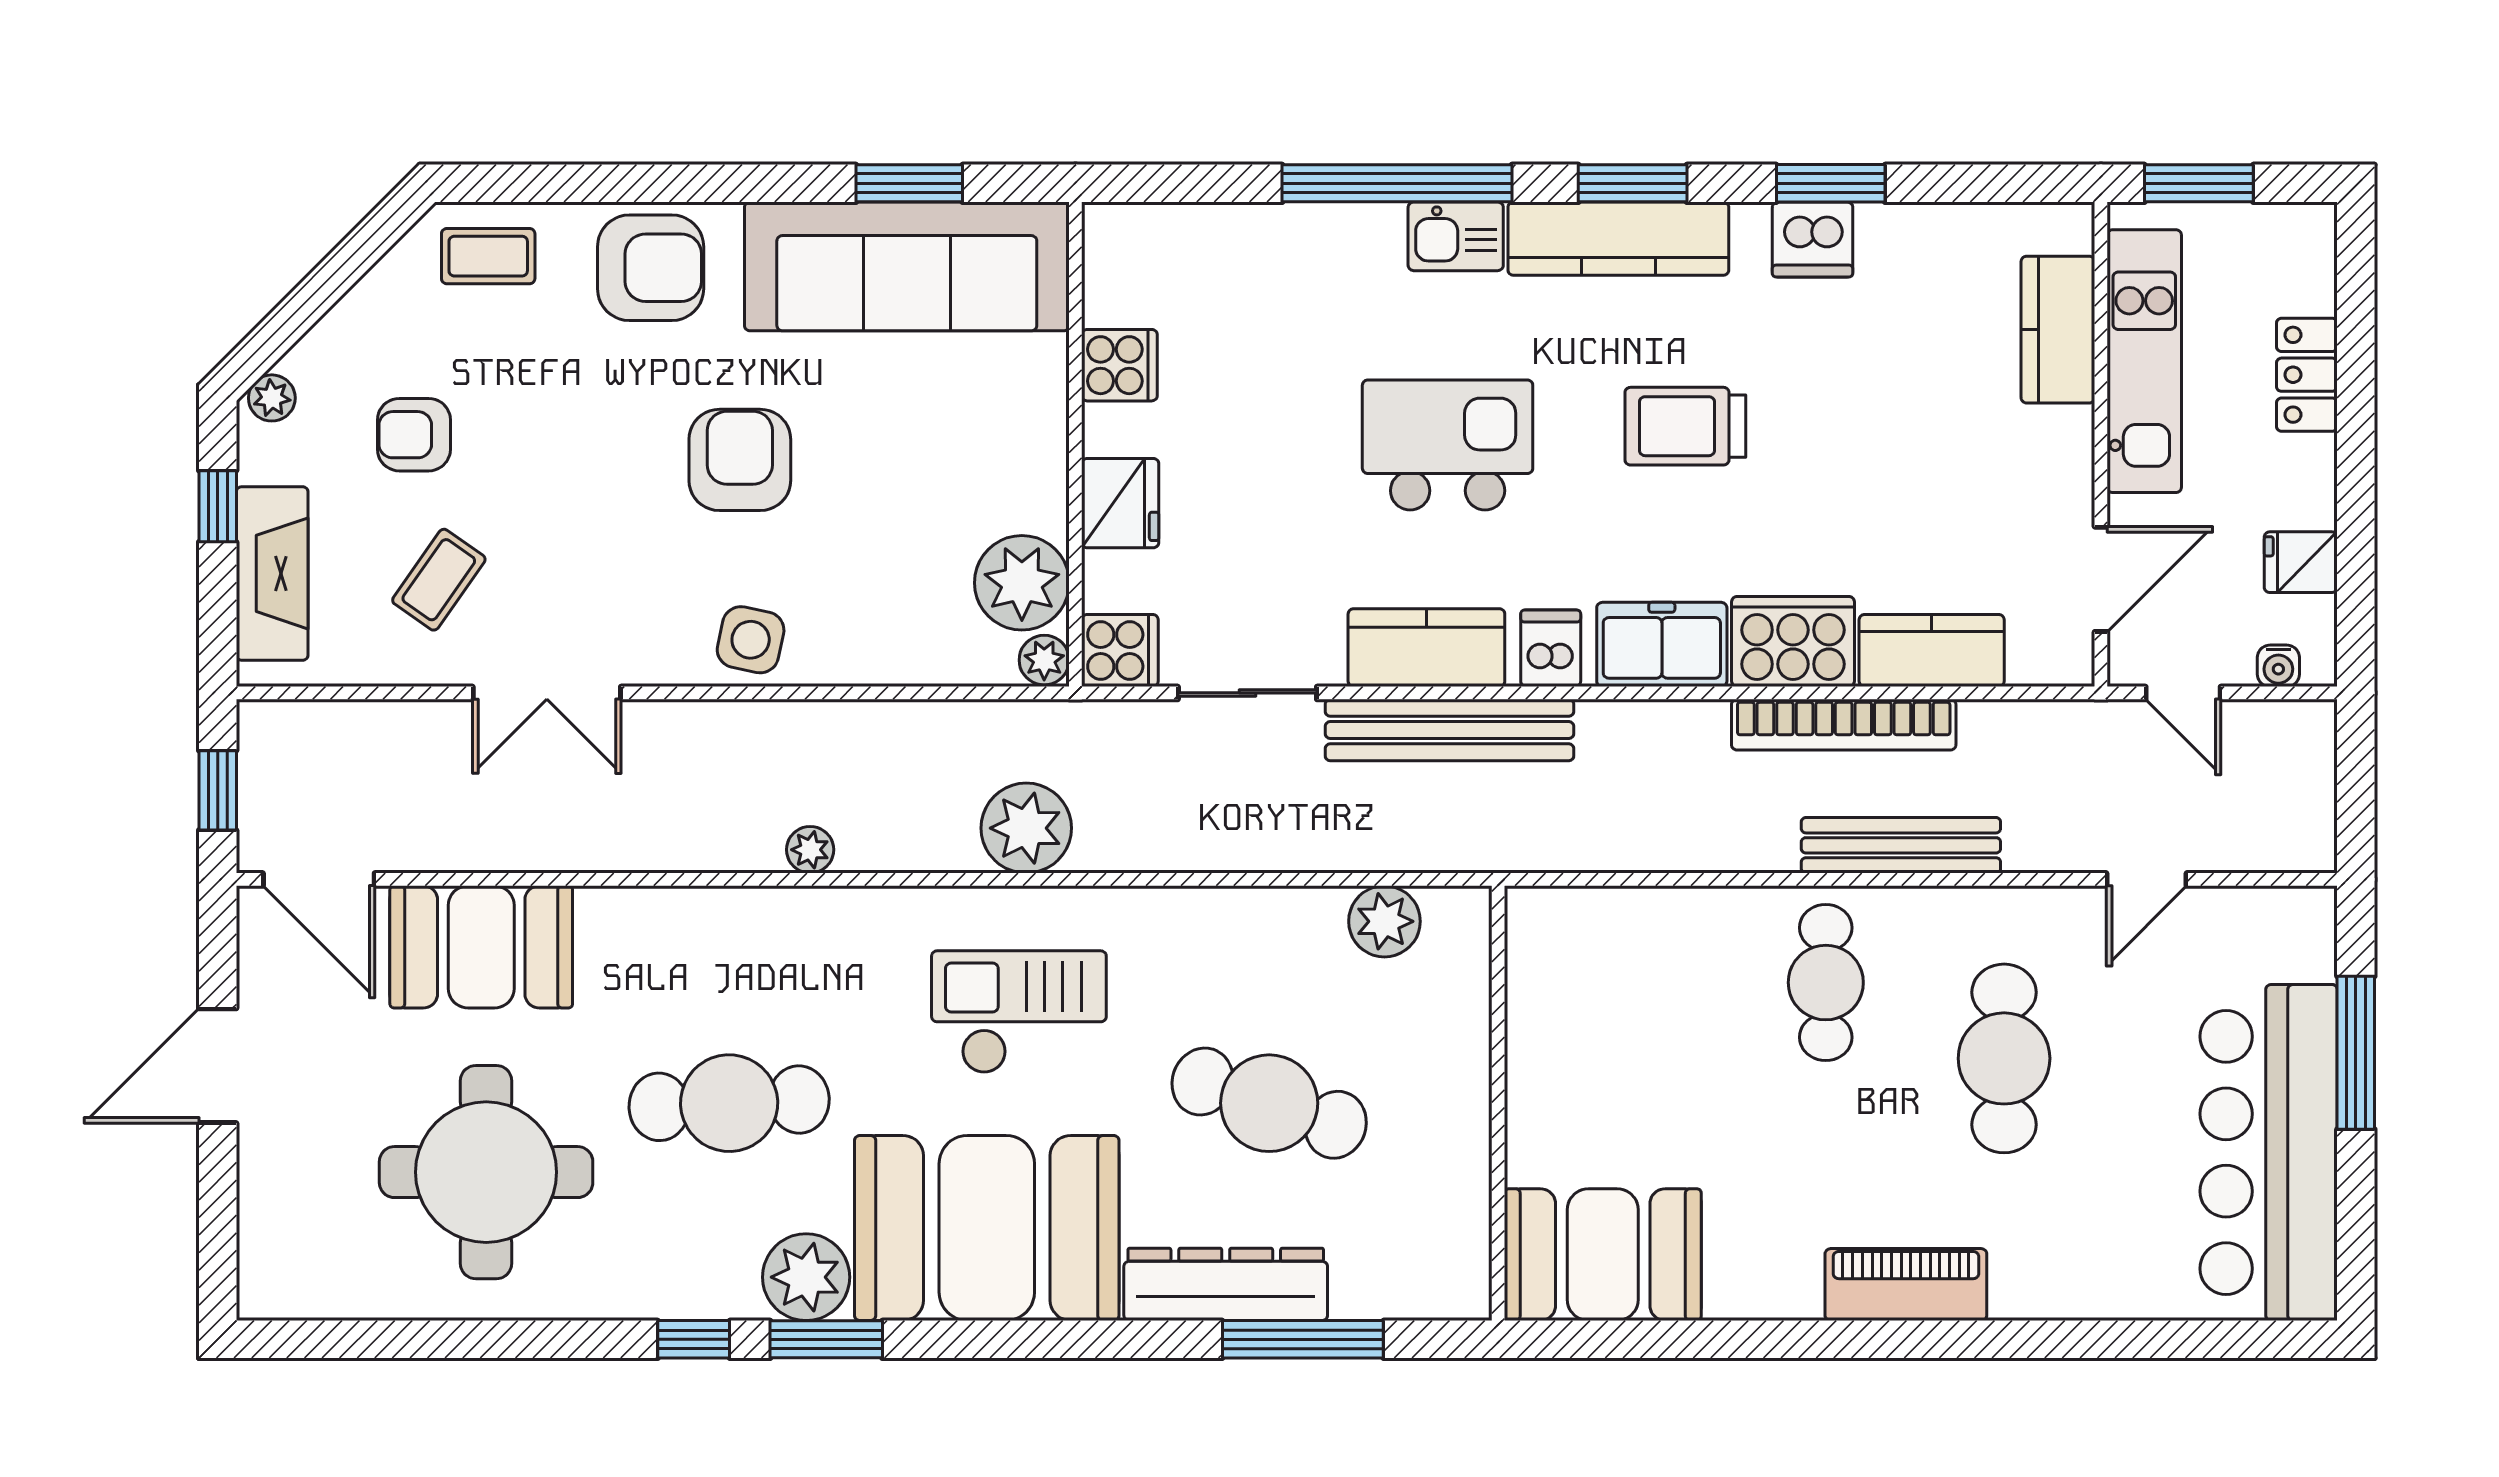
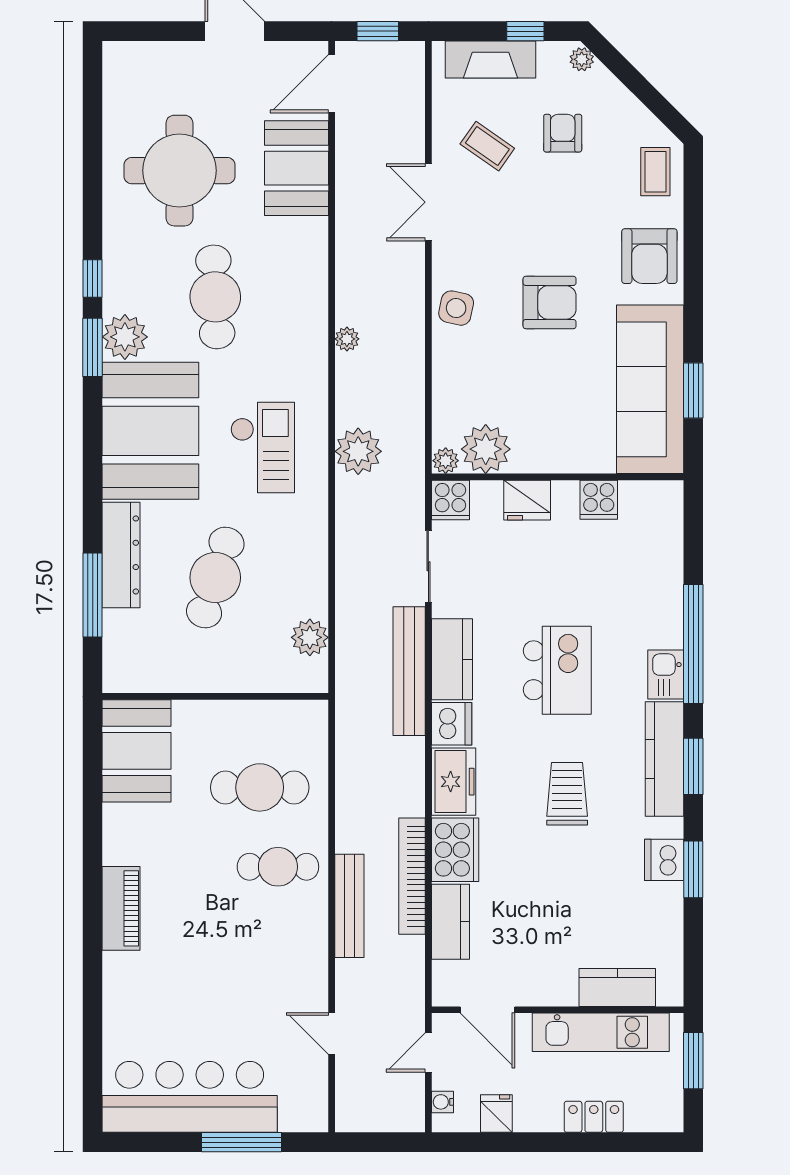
dishwasher: (1551, 648) -> (452, 724), width x1.38
cafe table: (2004, 1058) -> (260, 787), moved

